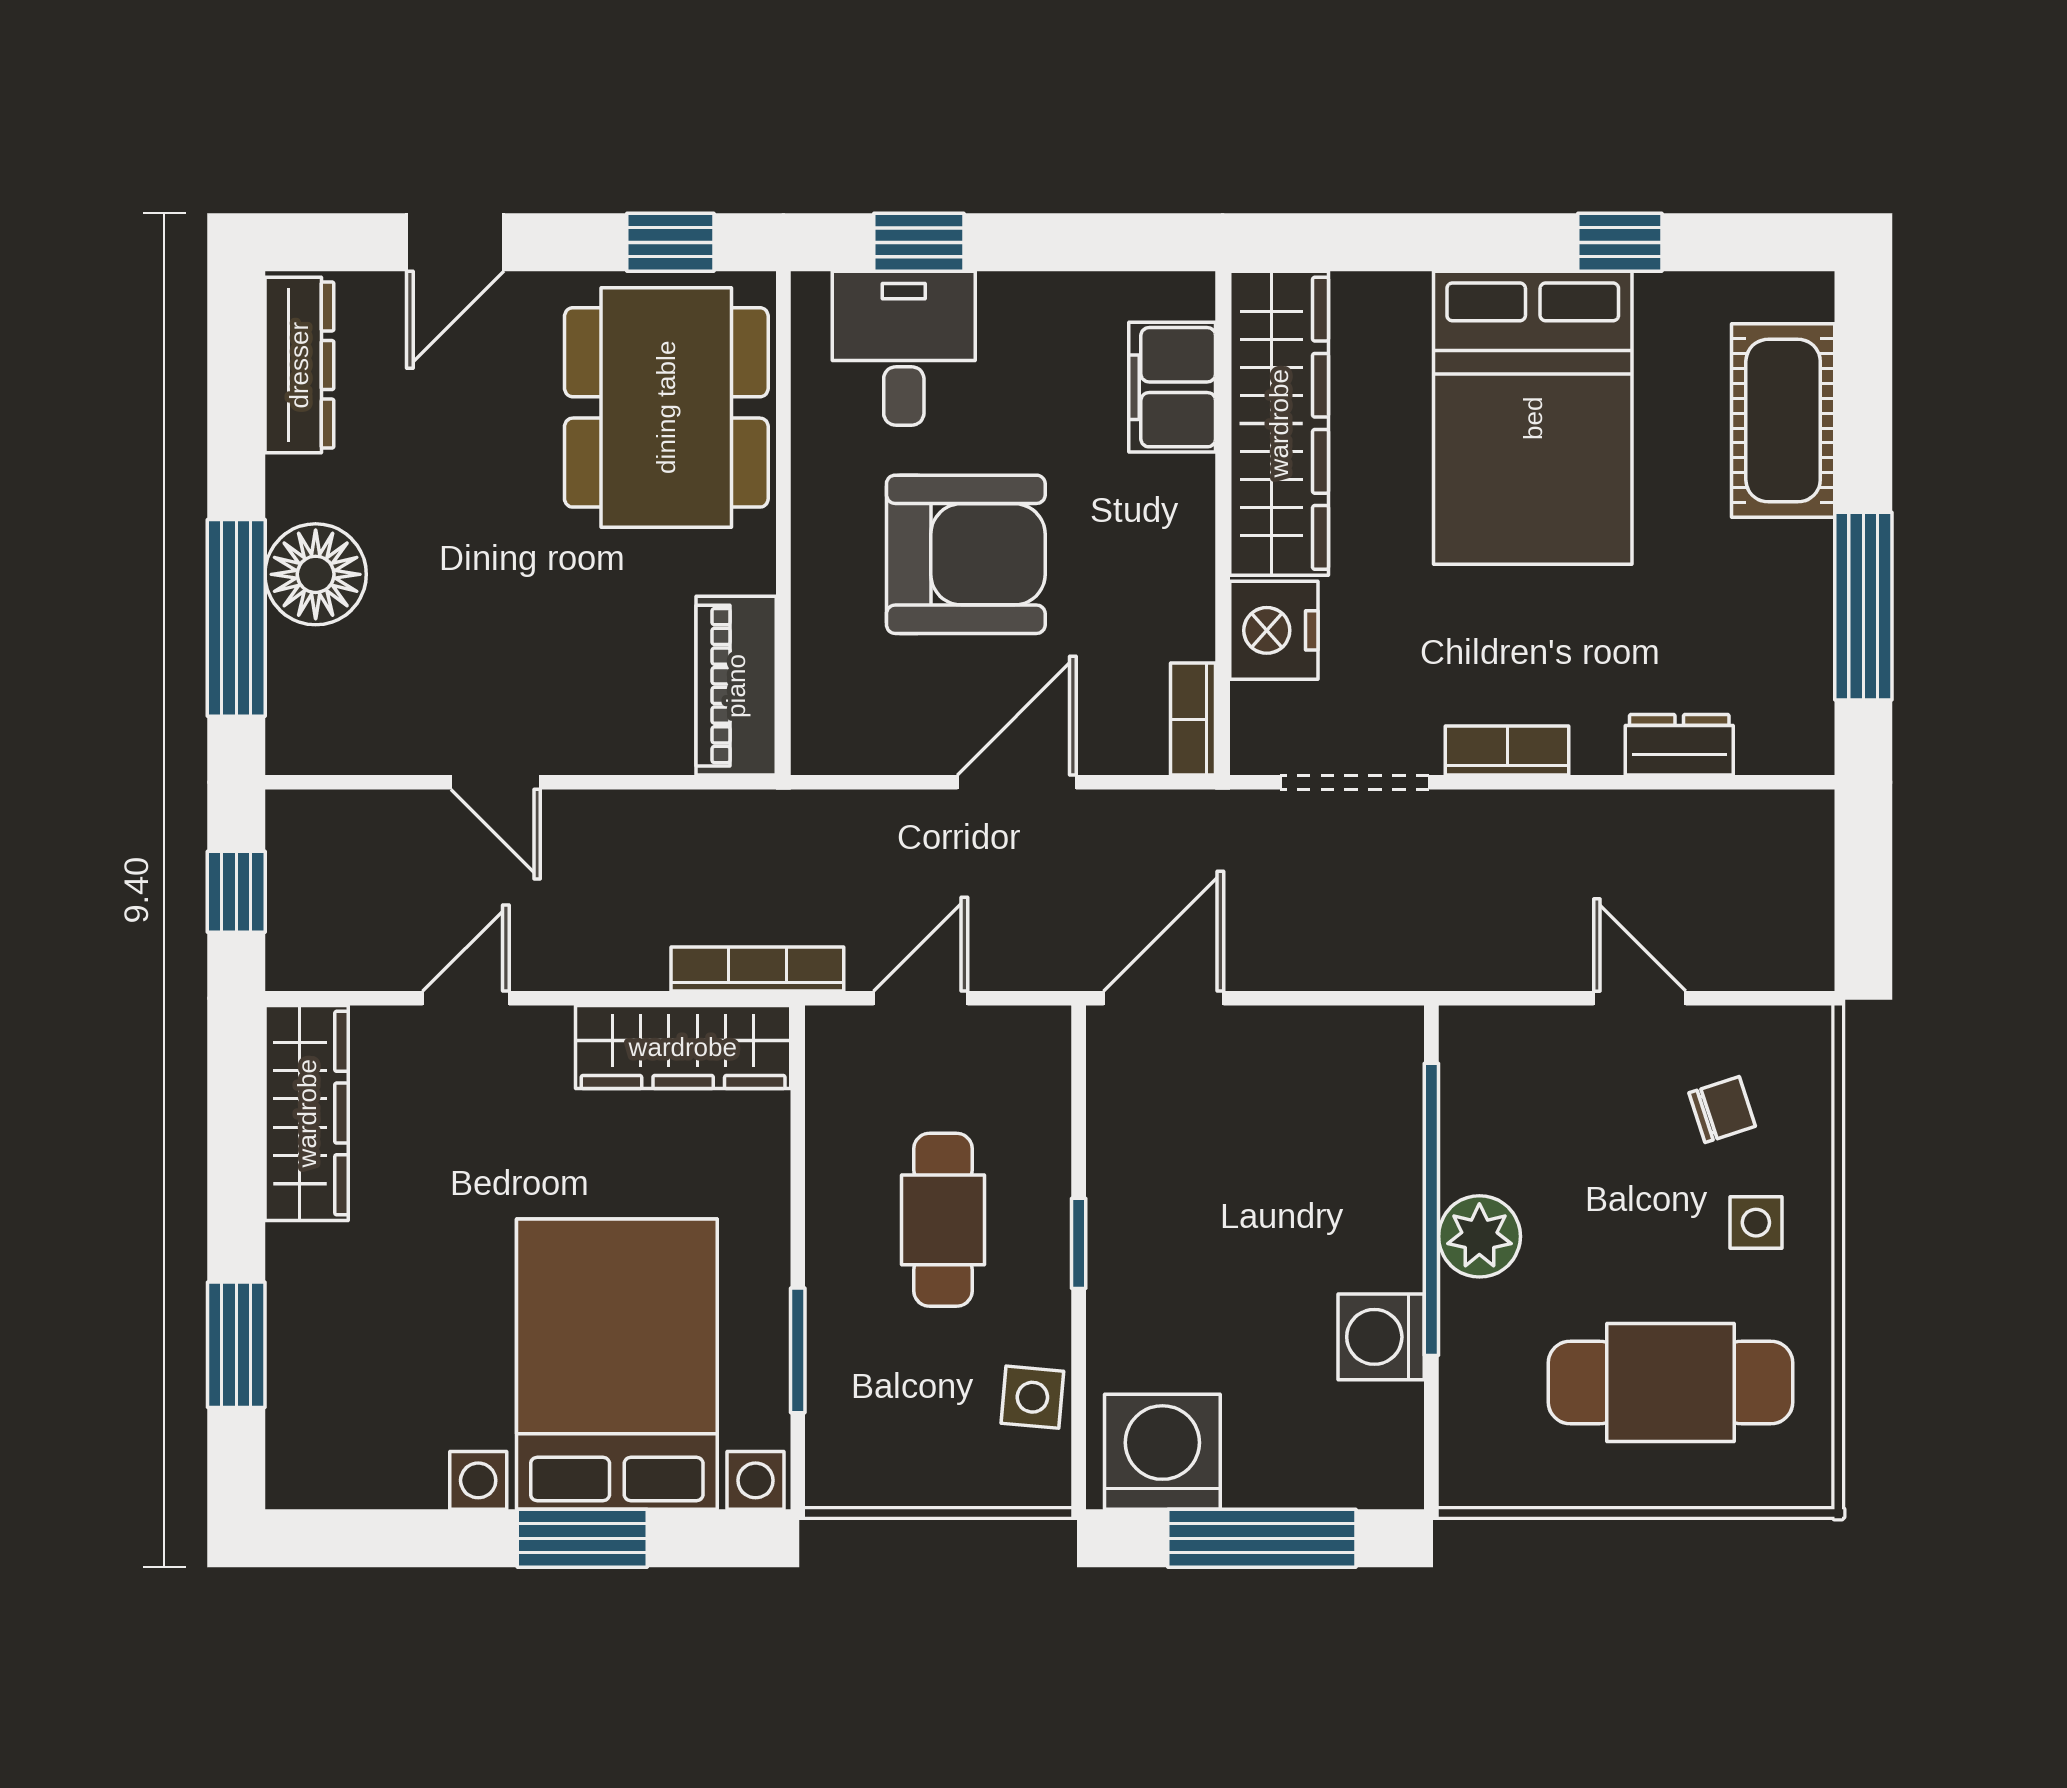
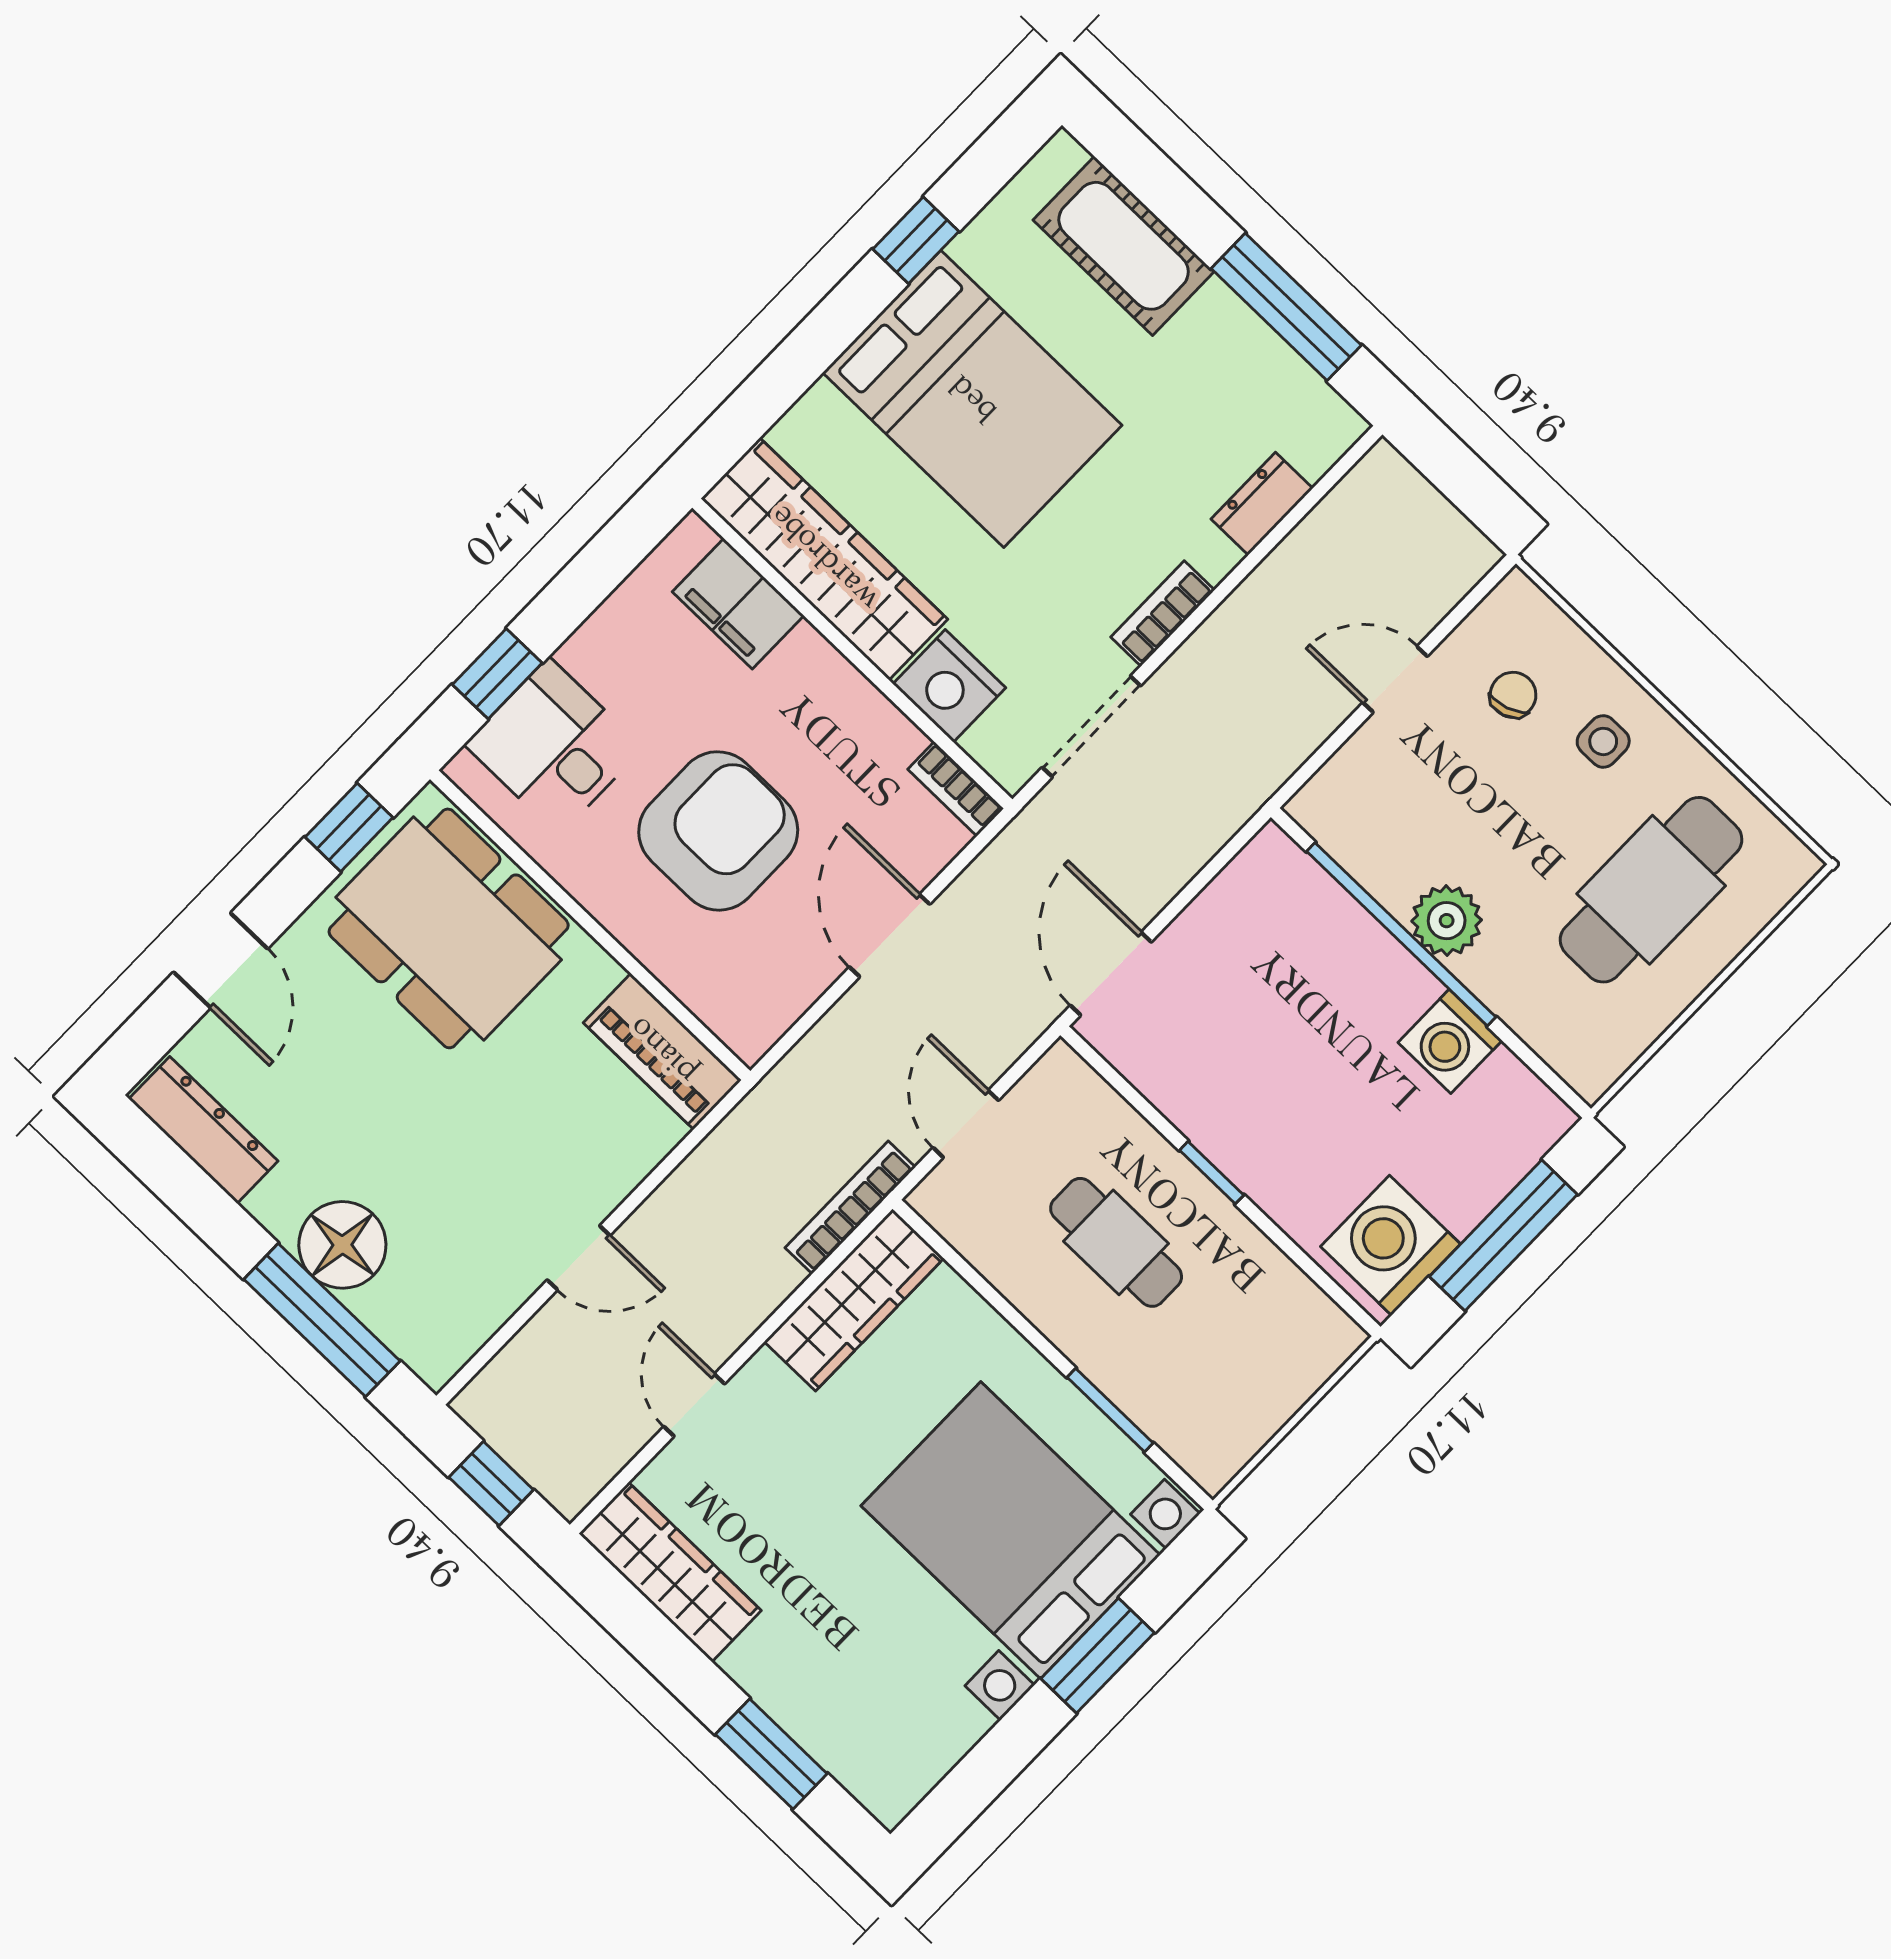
side table: (1032, 1397) -> (1279, 1293), removed

